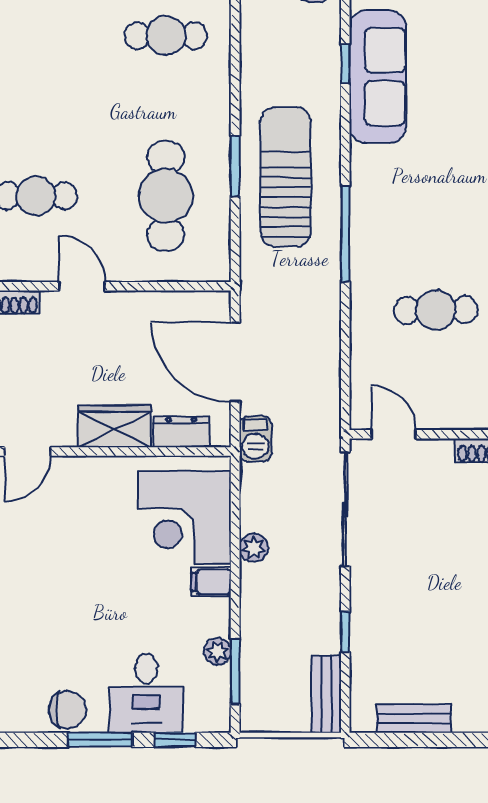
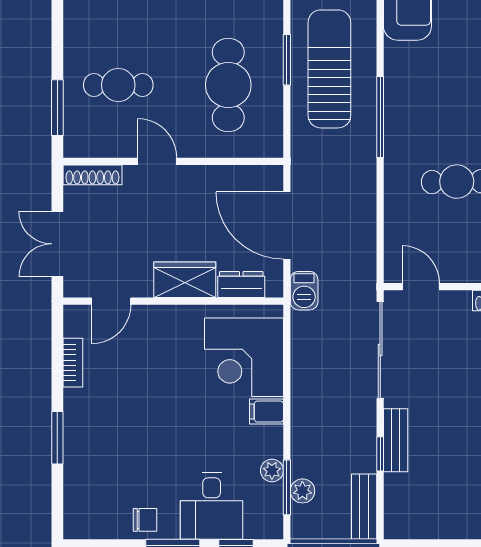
plant: (254, 548) -> (302, 491), moved
chair: (68, 710) -> (145, 520), width x0.73, depth x0.73
bench: (414, 719) -> (396, 440), moved, turned 90

